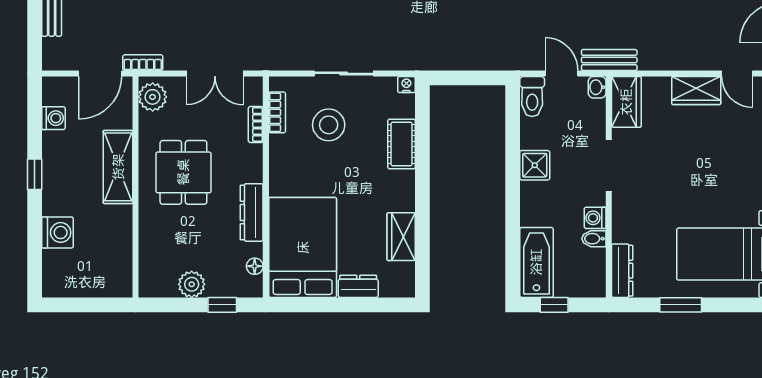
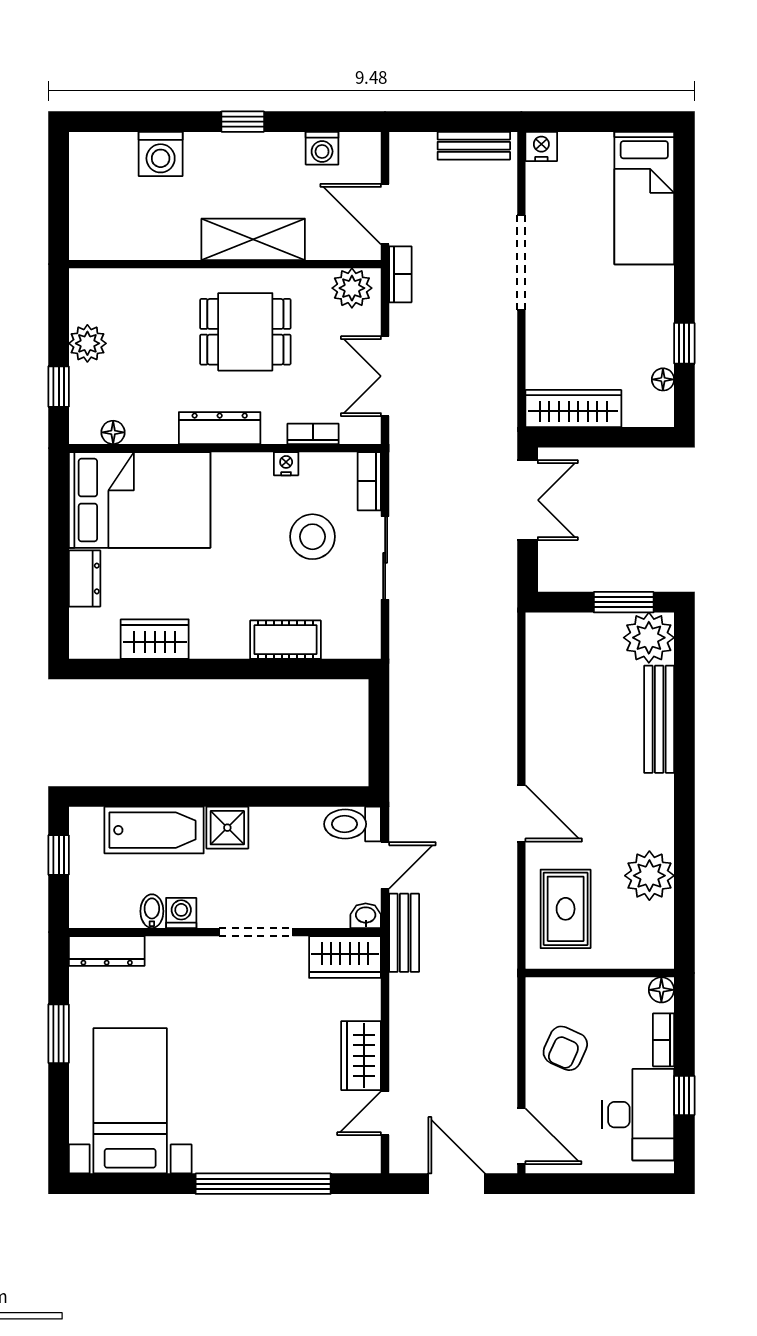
nightstand: (406, 85) -> (286, 464), moved, turned -90
bookcase: (277, 112) -> (369, 481), moved, turned 90
shower: (535, 165) -> (227, 828), moved
dresser: (252, 212) -> (220, 428), moved
bathtub: (536, 262) -> (154, 830), moved

